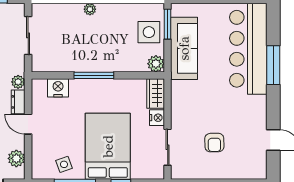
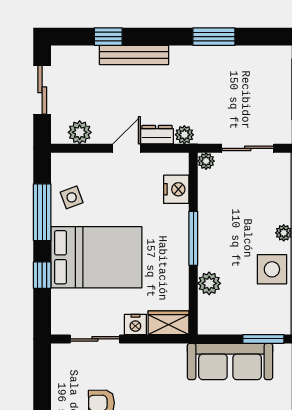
side table: (149, 32) -> (272, 269), moved
plant: (156, 64) -> (209, 283), moved
plant: (37, 66) -> (206, 161), added

